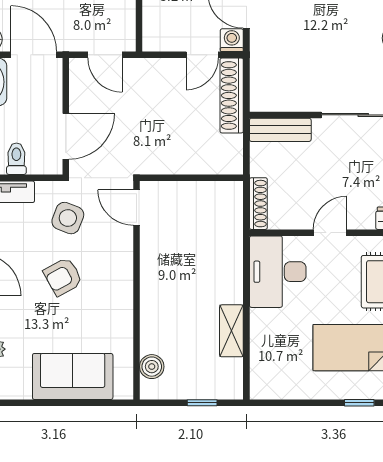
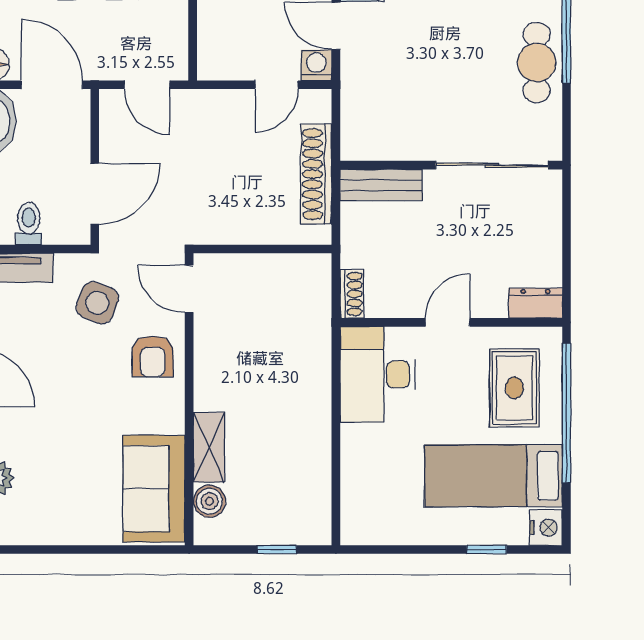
shoe rack: (232, 95) -> (316, 174), moved
shoe rack: (258, 204) -> (352, 294), width x0.70
armchair: (63, 277) -> (153, 356), moved, turned -61
shelving: (231, 331) -> (209, 447), moved
sofa: (73, 376) -> (154, 489), moved, turned -90

